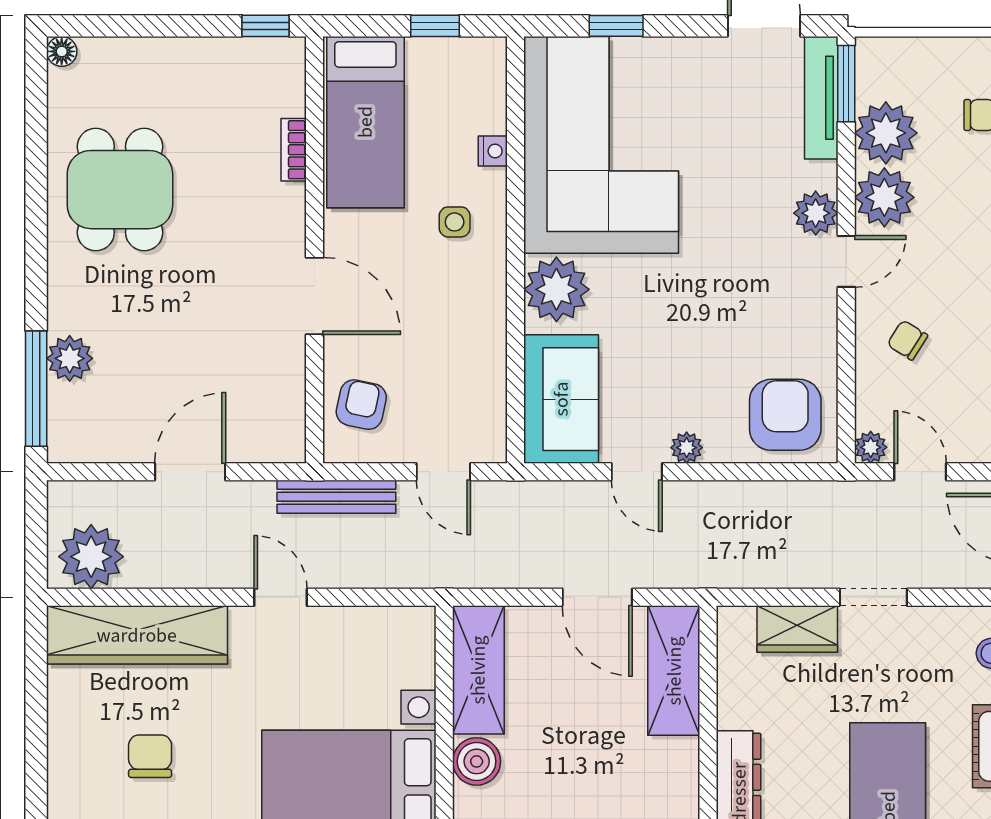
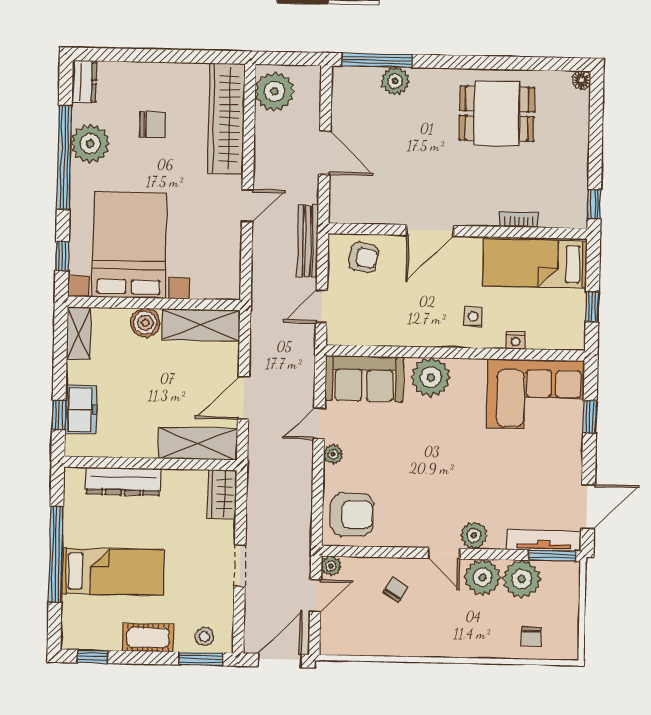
corner sofa: (601, 145) -> (536, 394), width x0.73, depth x0.74
wardrobe: (797, 629) -> (222, 494), moved

